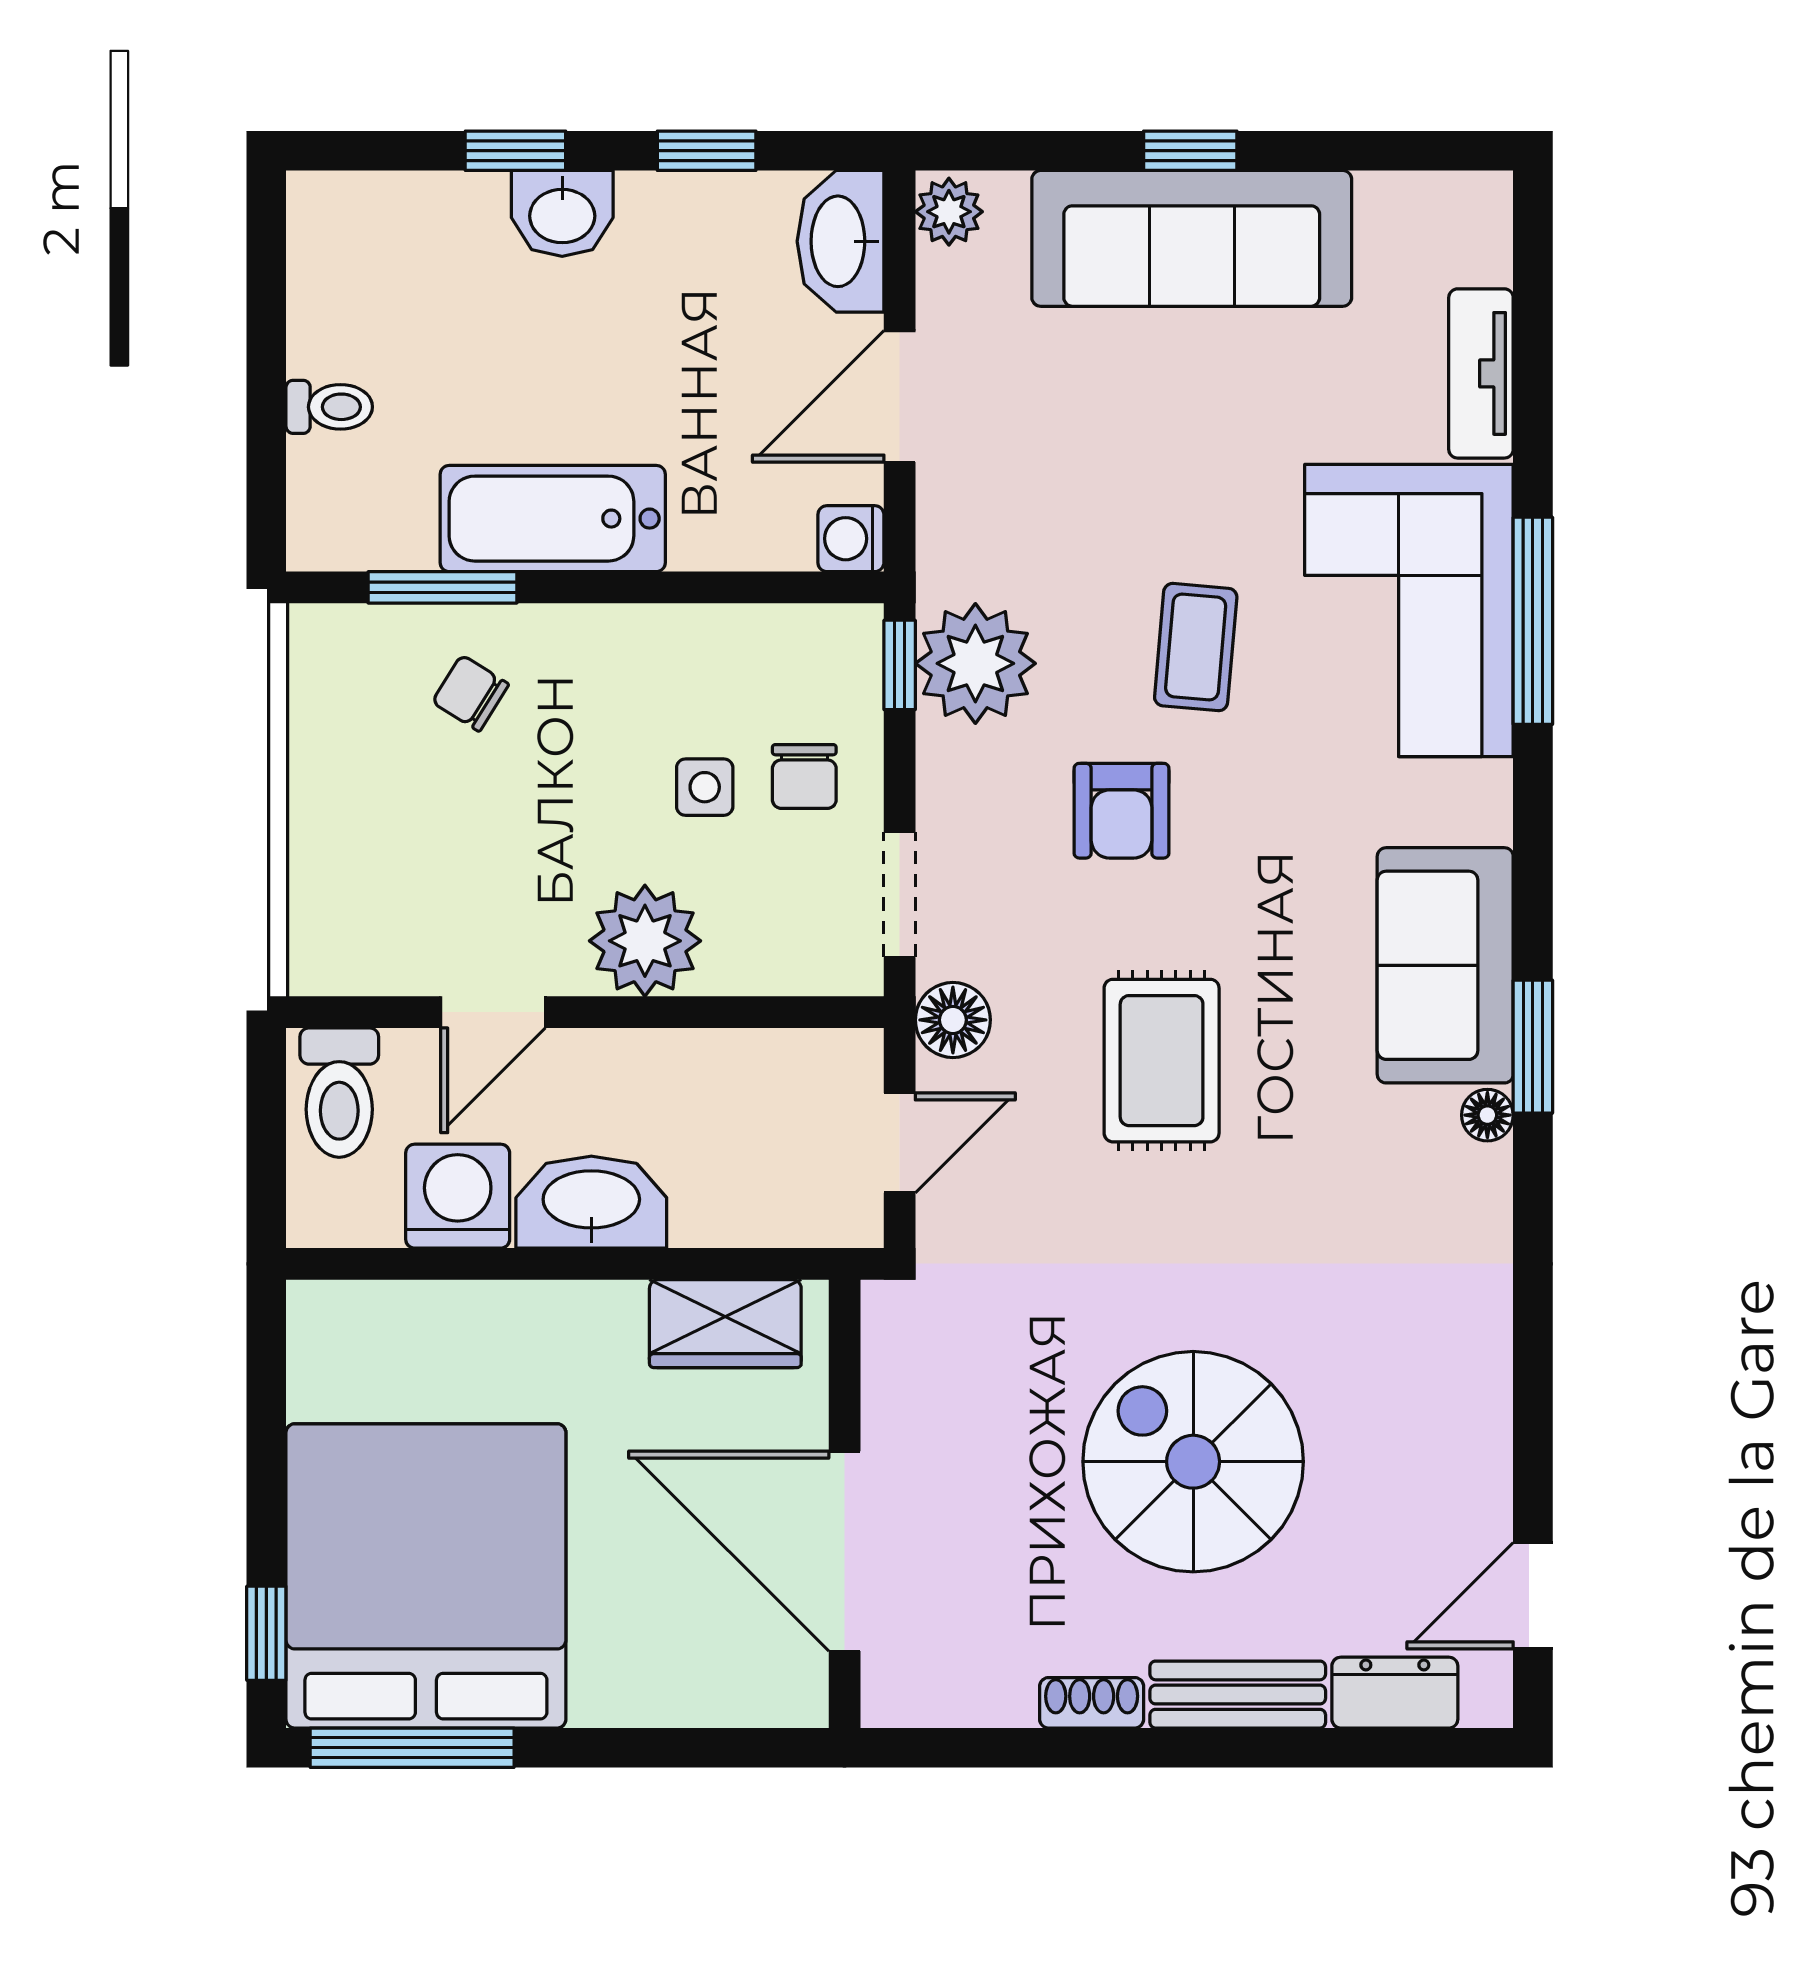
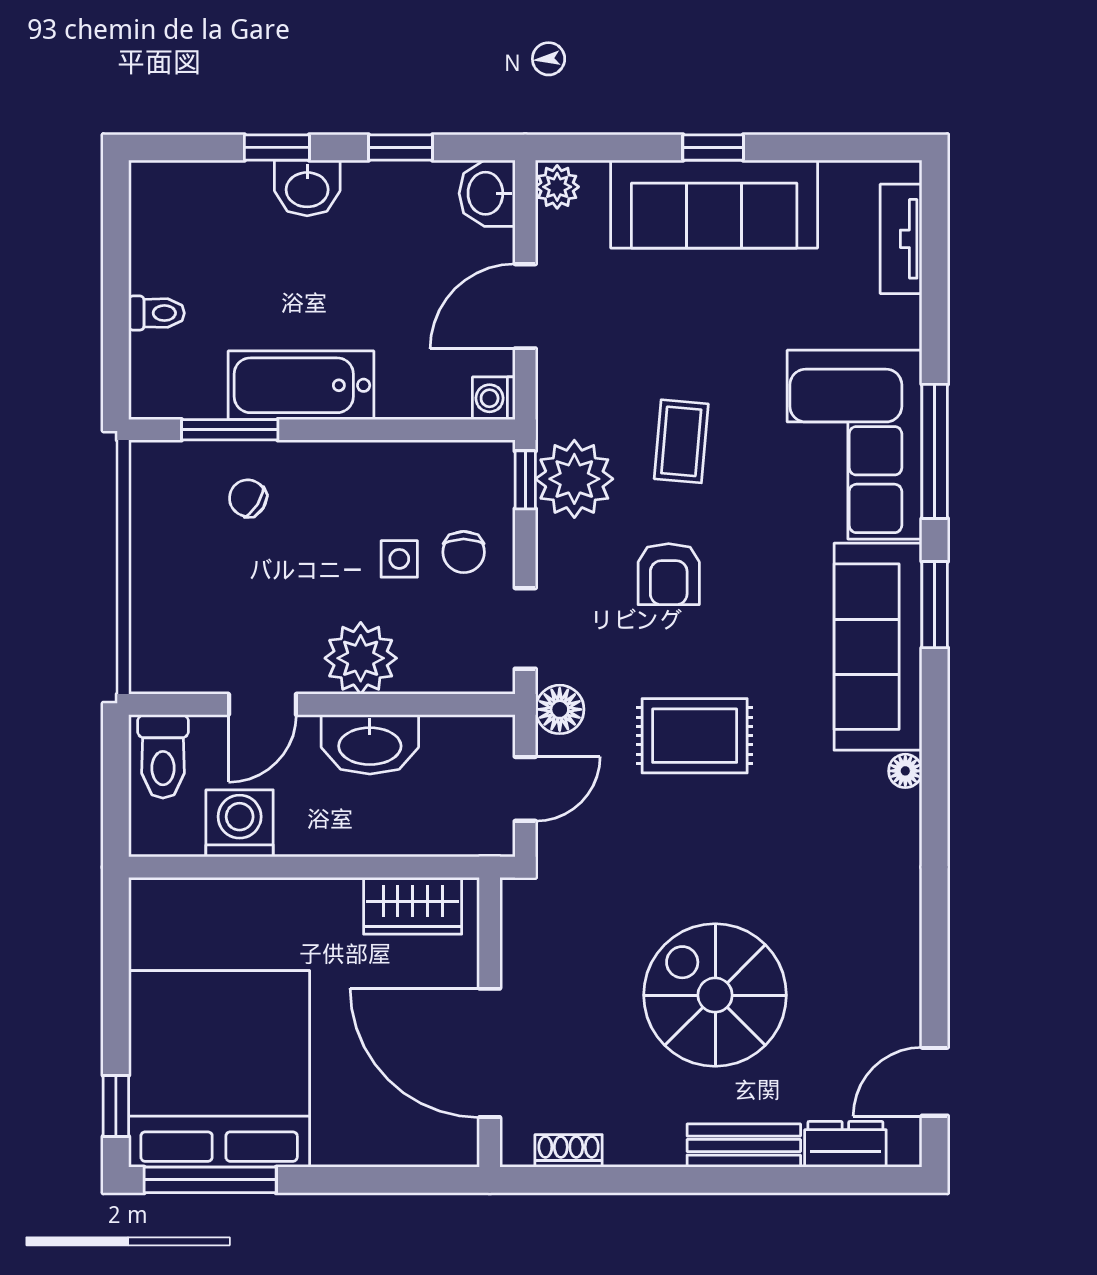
washbasin: (841, 241) -> (487, 193), width x0.72
tv unit: (1481, 373) -> (901, 239), moved
coffee table: (1196, 647) -> (681, 441), moved
sofa: (1445, 965) -> (878, 647), width x1.36
window: (1533, 1047) -> (935, 605), moved
rug: (1162, 1061) -> (695, 736), turned 90
washbasin: (591, 1202) -> (370, 744), moved, turned 180
shoe rack: (1092, 1703) -> (569, 1151), moved

